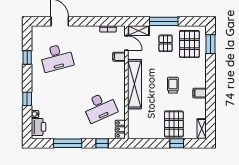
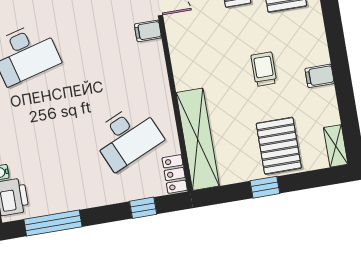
shelving: (134, 84) -> (198, 139), moved
window: (68, 143) -> (53, 223), moved
window: (177, 143) -> (265, 187), moved

